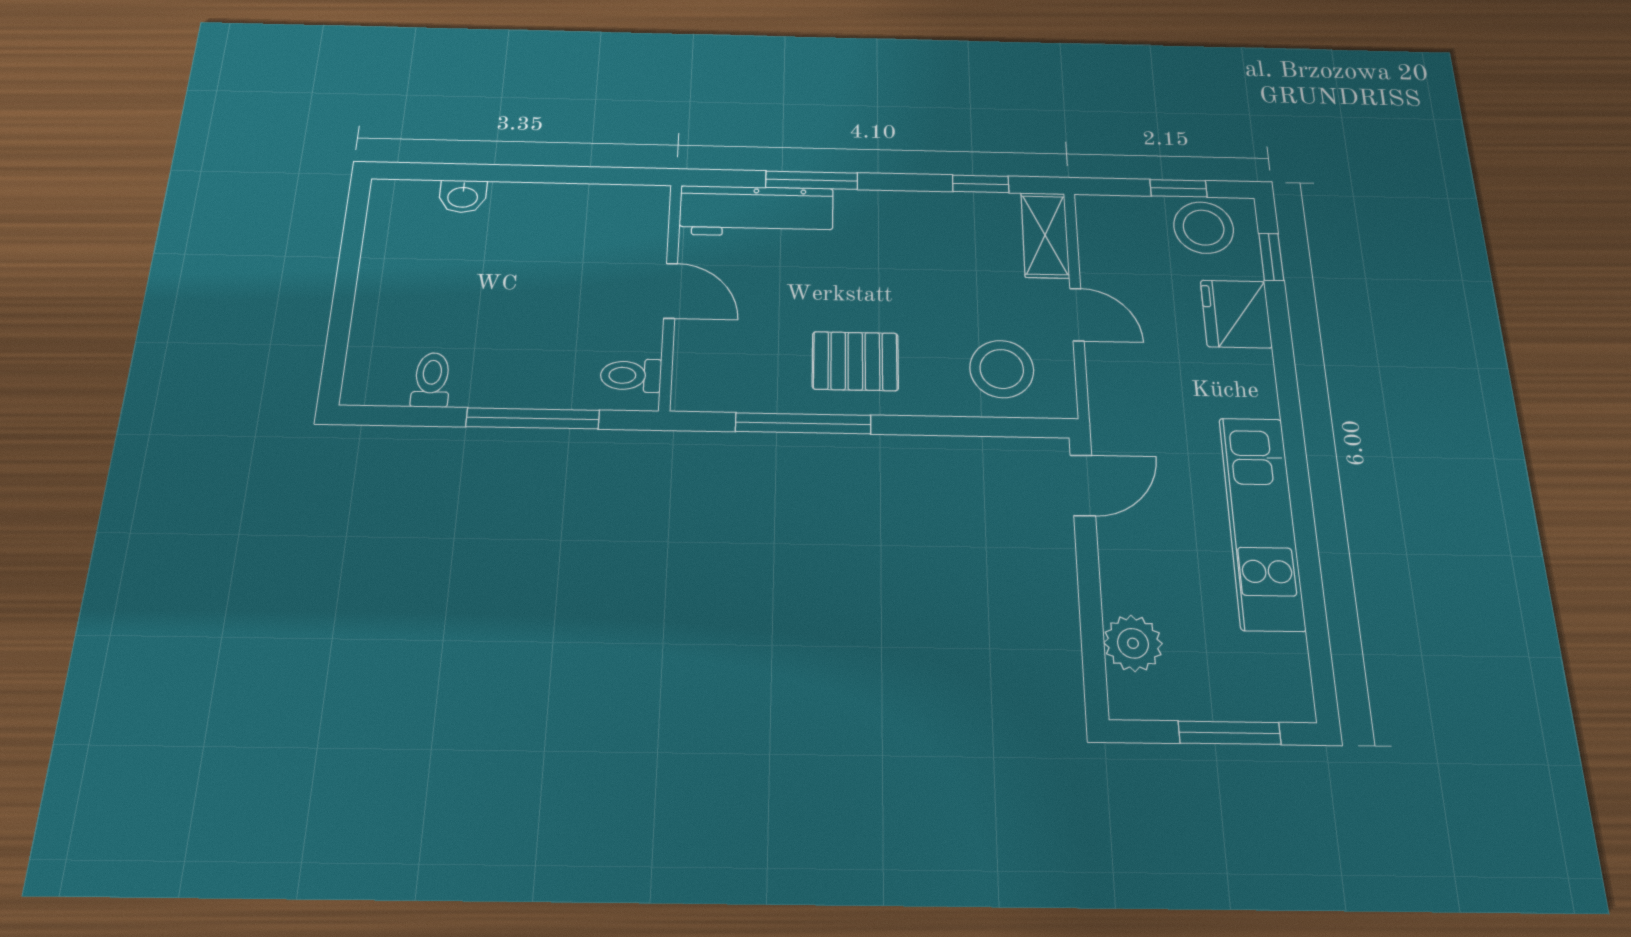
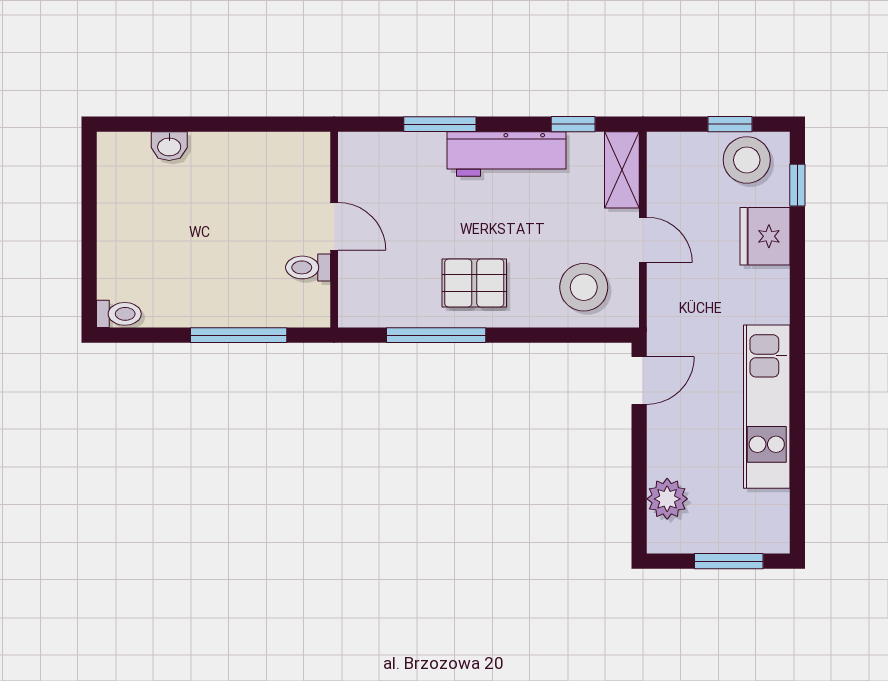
workbench: (757, 211) -> (506, 154), moved
toilet: (631, 375) -> (308, 267), moved
toilet: (431, 380) -> (119, 314), moved, turned 90

